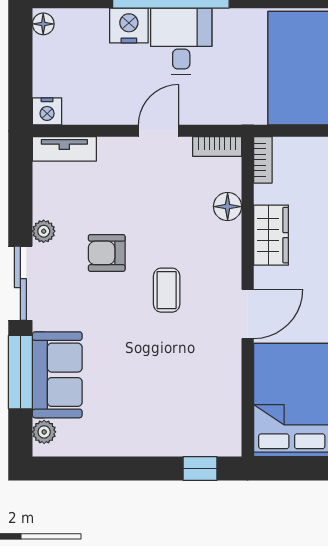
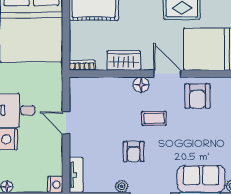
bookcase: (217, 147) -> (75, 90), removed
floor lamp: (228, 207) -> (141, 85), moved
armchair: (207, 368) -> (198, 96), added

